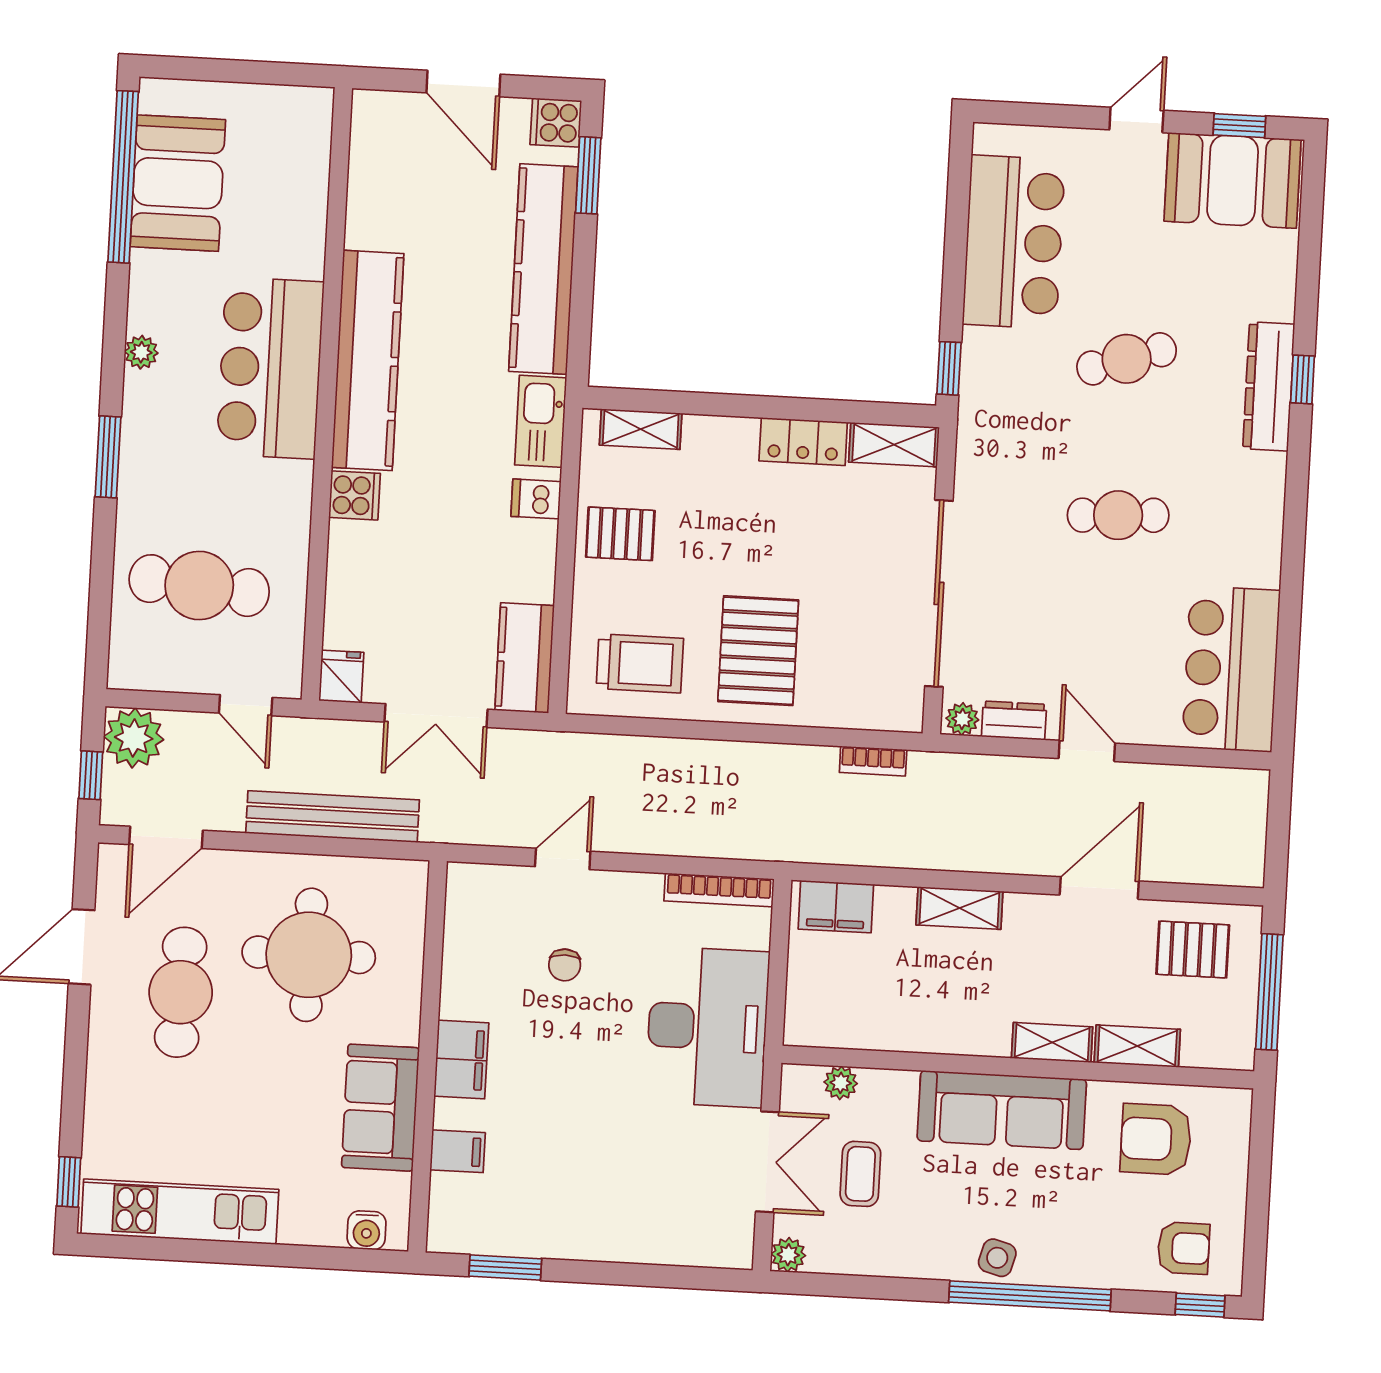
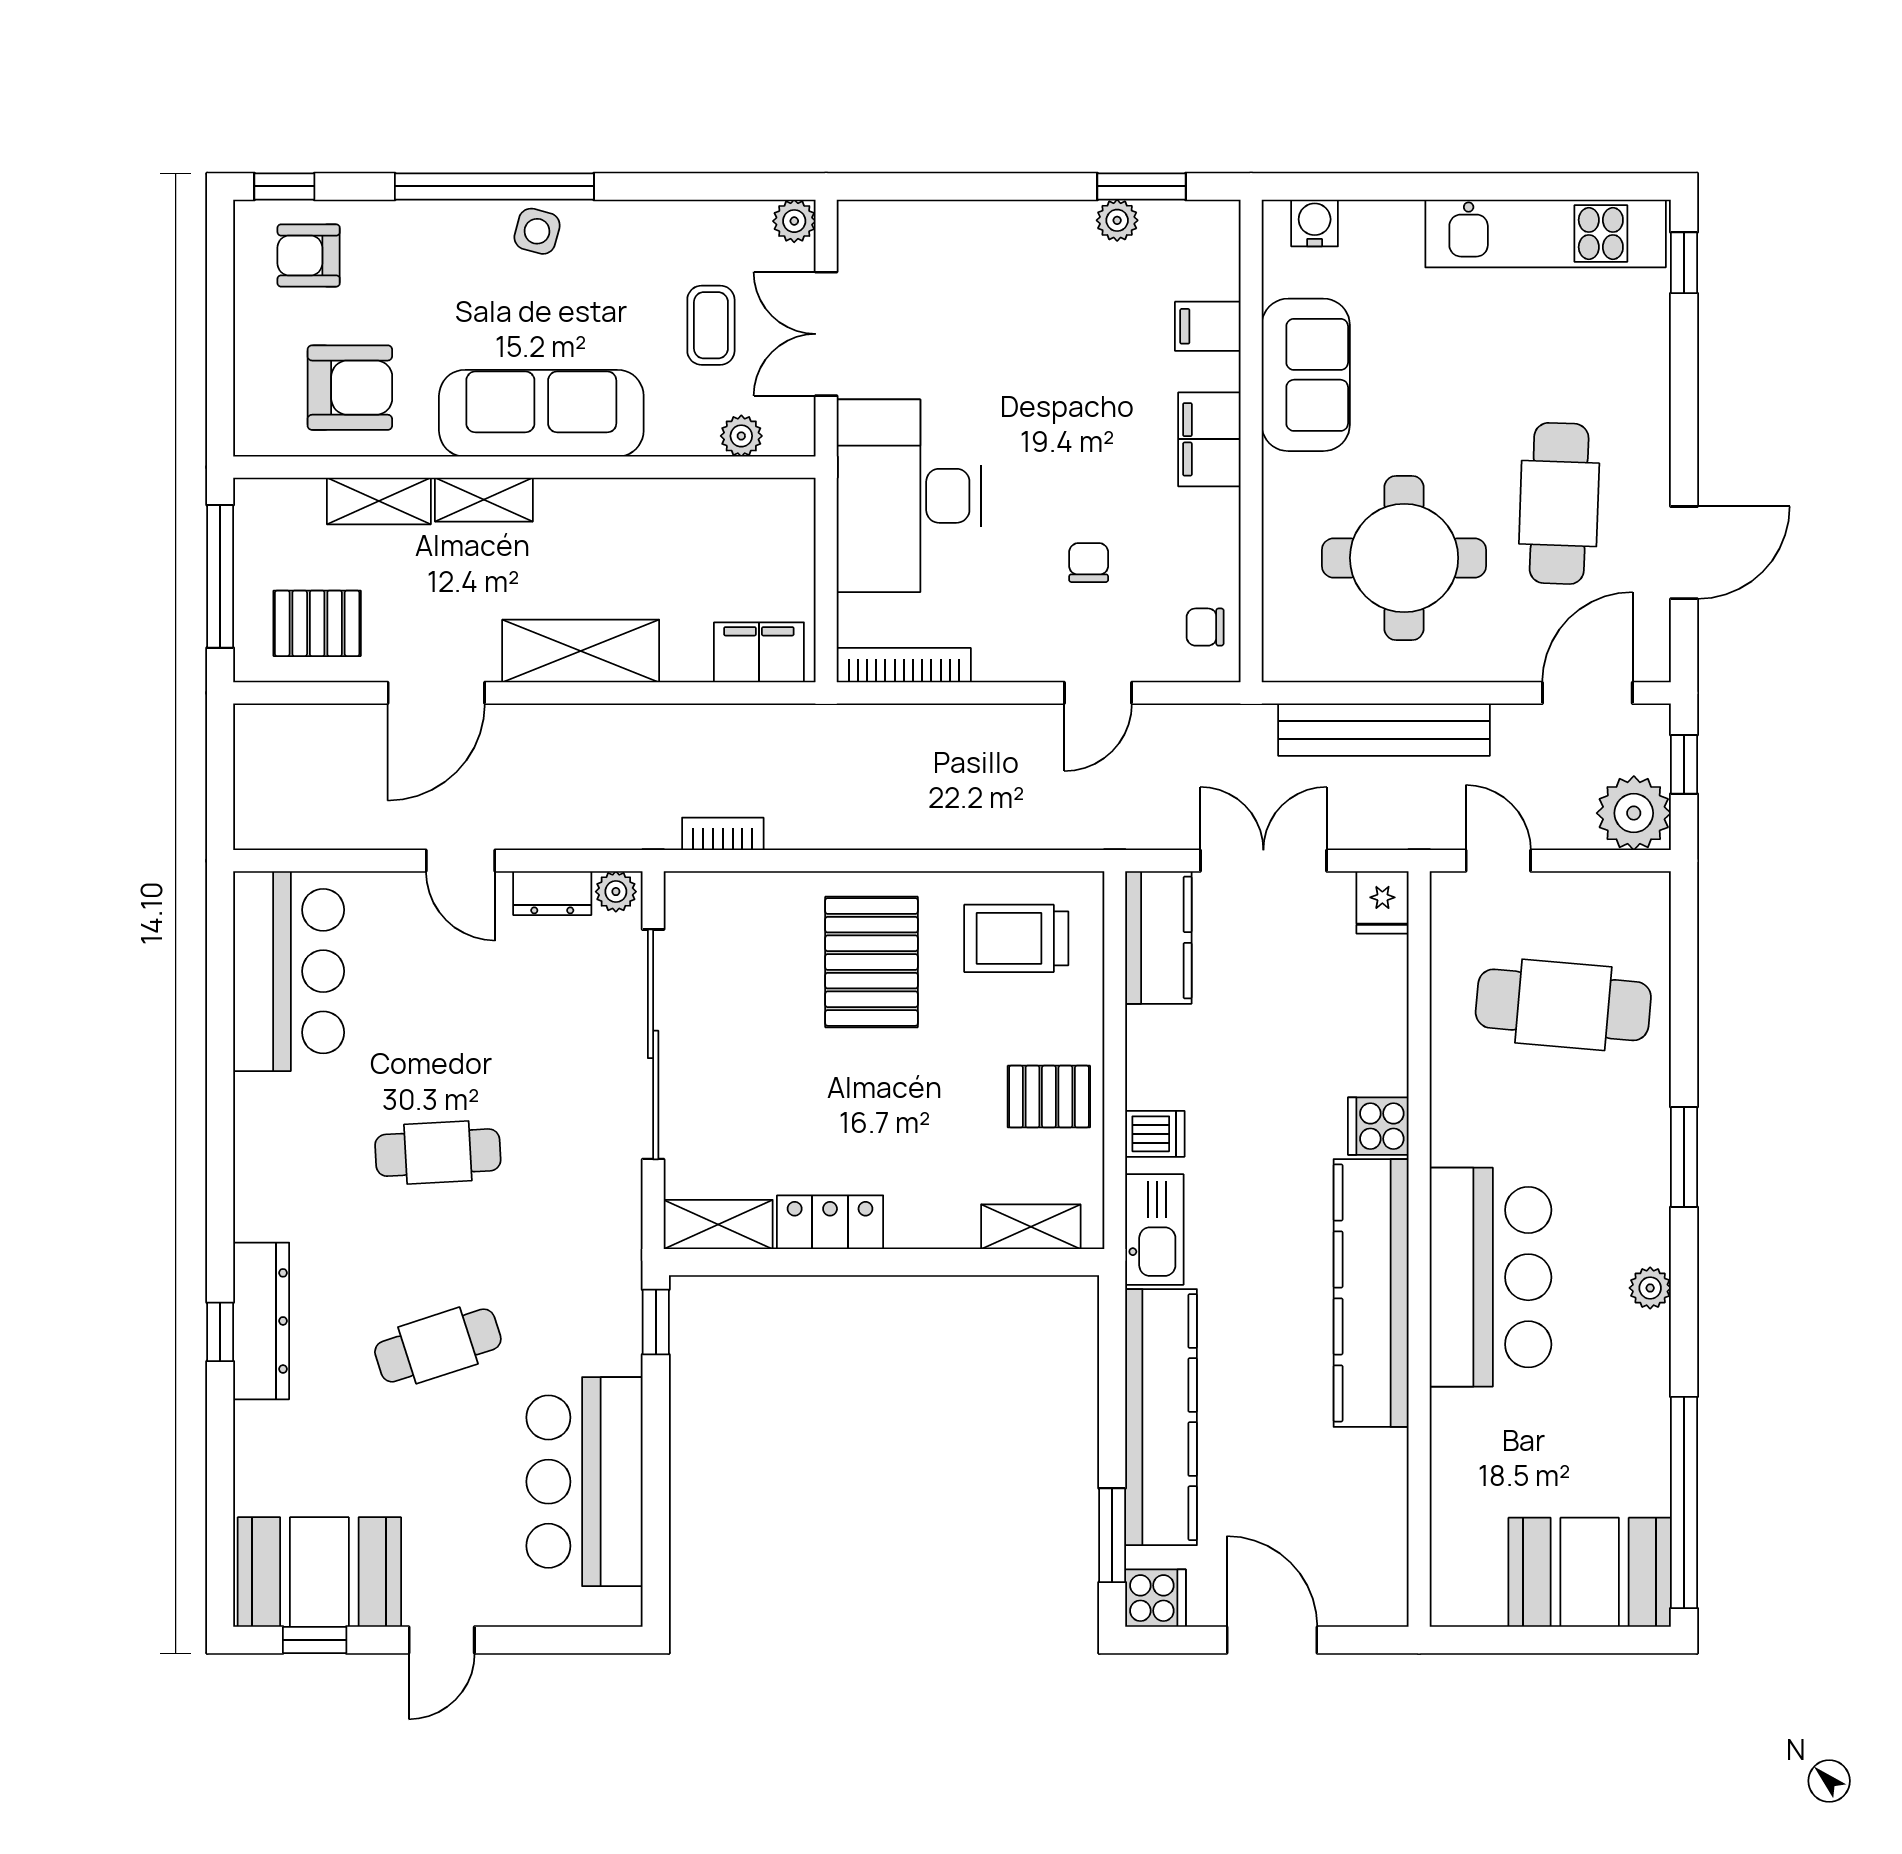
booth: (178, 183) -> (1590, 1572), moved, turned 90
chair: (473, 908) -> (1205, 627), added
shelving: (959, 908) -> (581, 651), width x1.50, depth x1.33
plant: (526, 1241) -> (1117, 220), added

